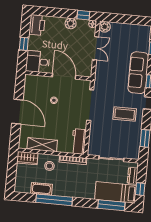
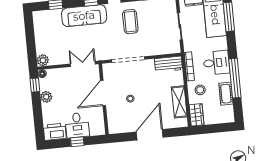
double door: (96, 48) -> (83, 64), moved
desk: (38, 62) -> (77, 125), moved
desk: (72, 186) -> (216, 63), added

